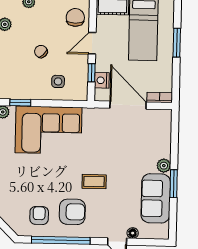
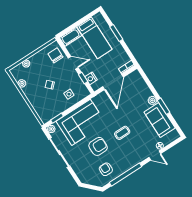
door: (92, 43) -> (73, 63), swing flipped
door: (128, 105) -> (113, 82), swing flipped
armchair: (72, 212) -> (98, 146), moved

